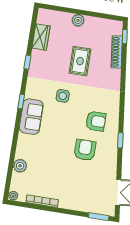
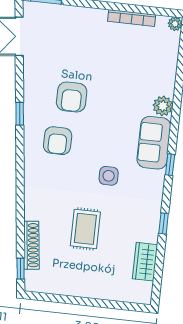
plant: (78, 20) -> (91, 289), removed
armchair: (96, 121) -> (58, 141), turned -90
plant: (20, 166) -> (163, 106), moved

